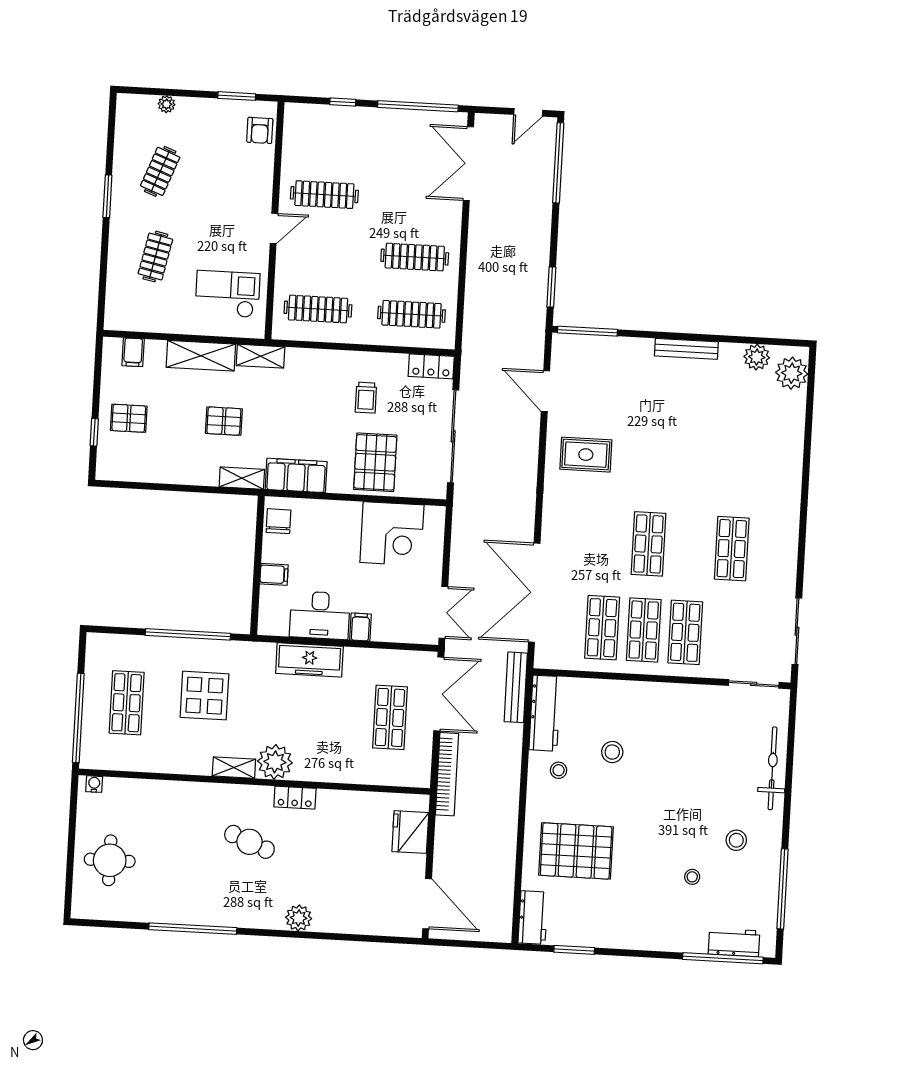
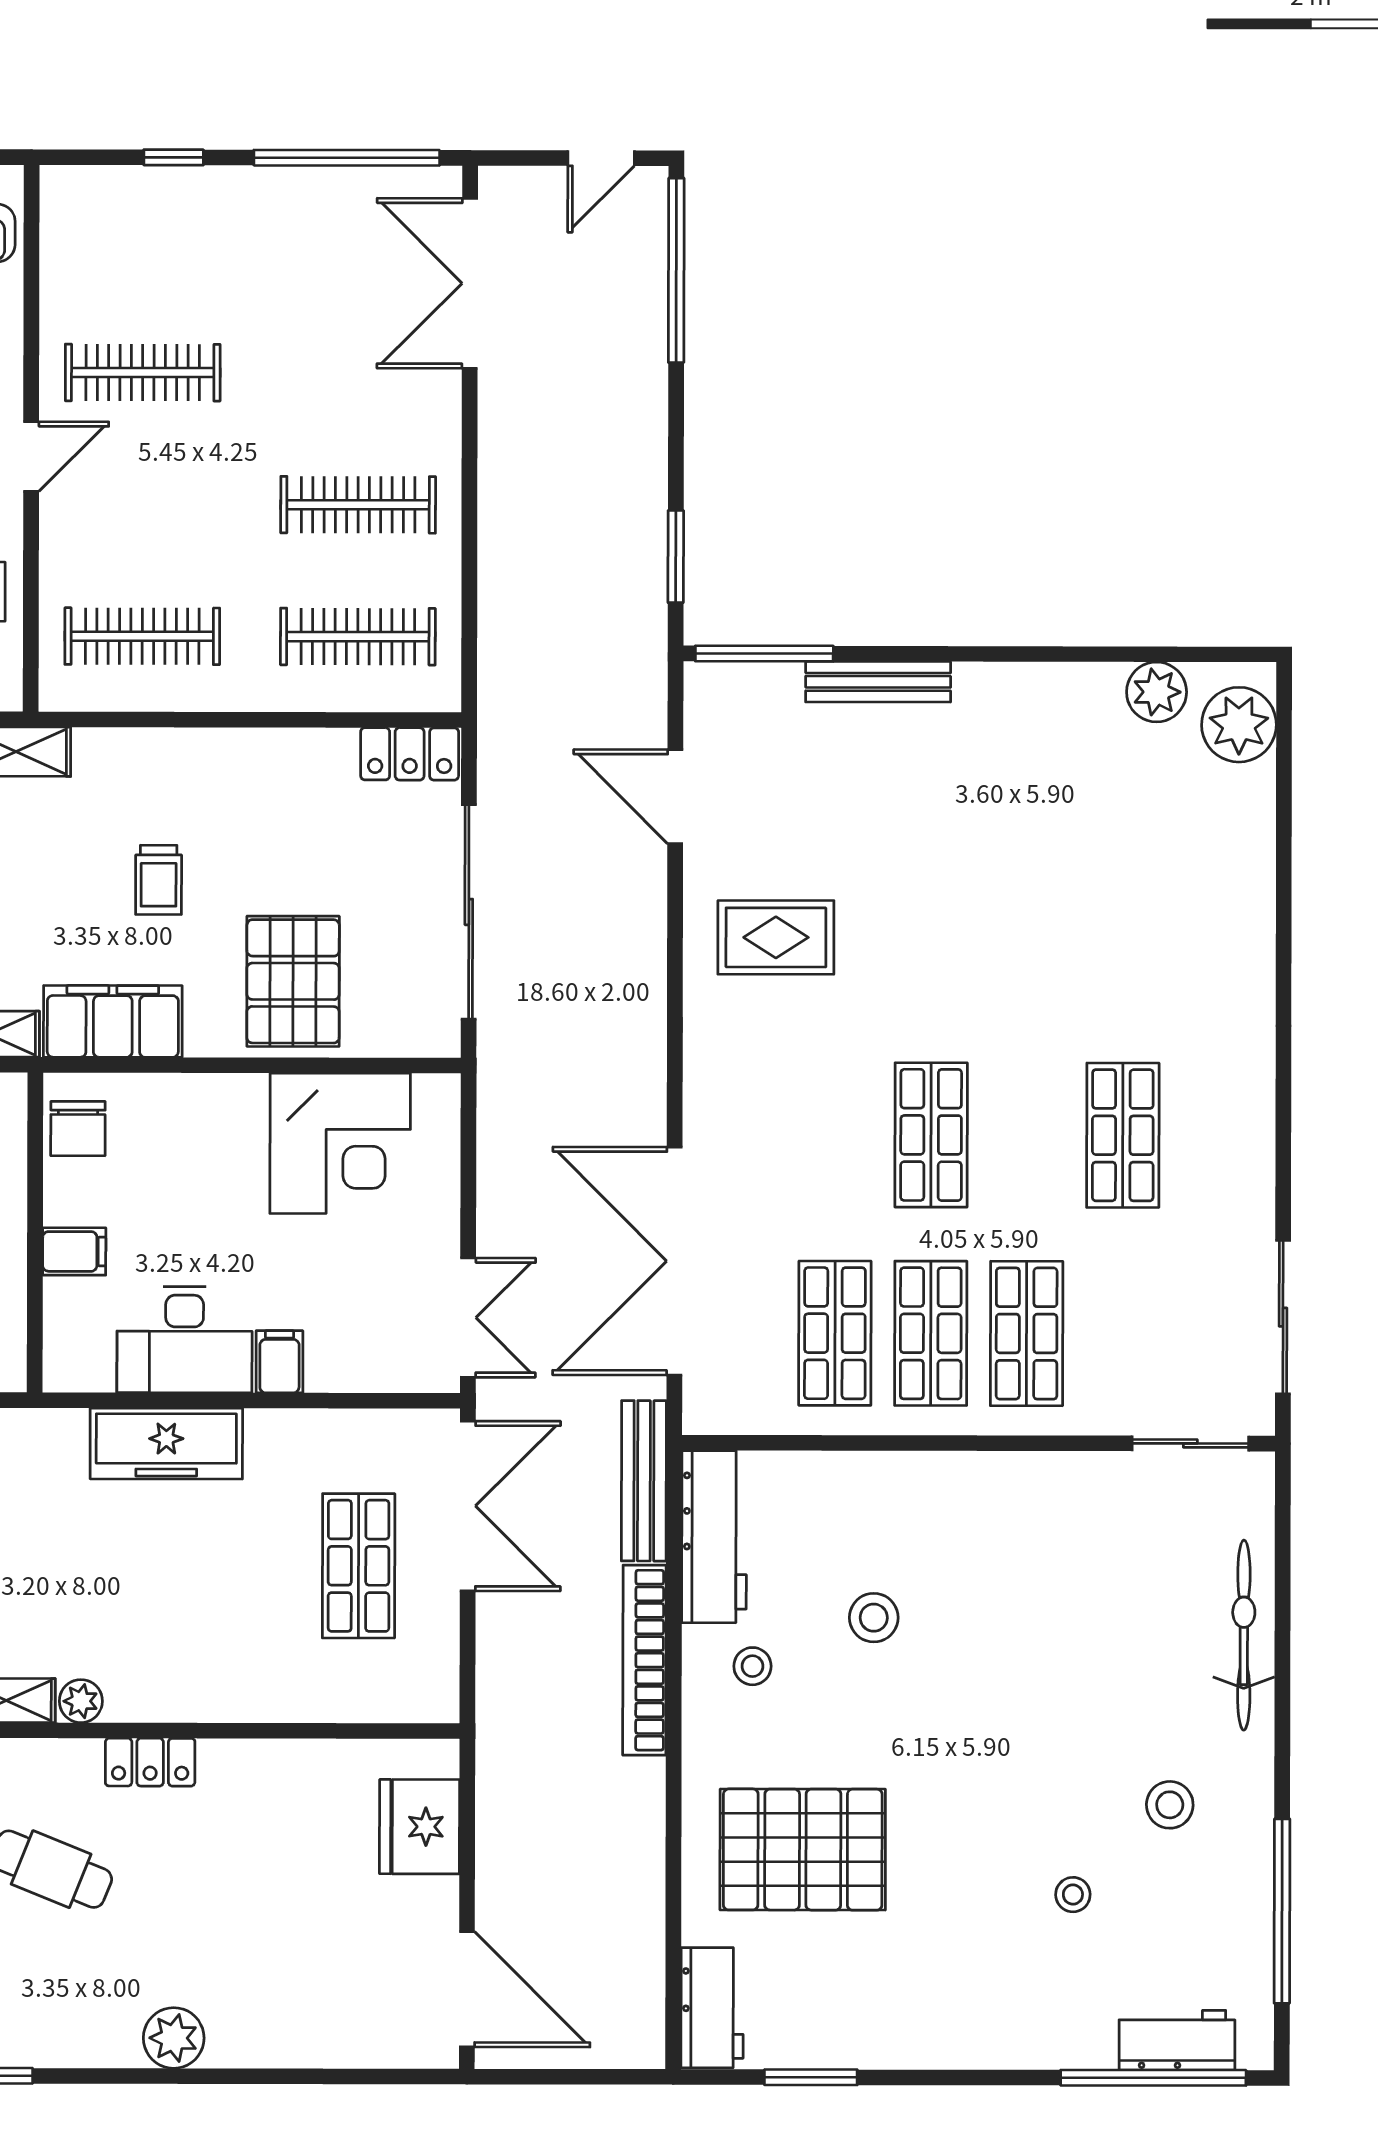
bench: (686, 349) -> (878, 682), moved
trolley: (366, 398) -> (159, 880), moved
chair: (278, 521) -> (78, 1129), turned 180
plant: (275, 762) -> (81, 1701), width x0.53, depth x0.53
bookcase: (447, 774) -> (644, 1660), moved, turned 180

